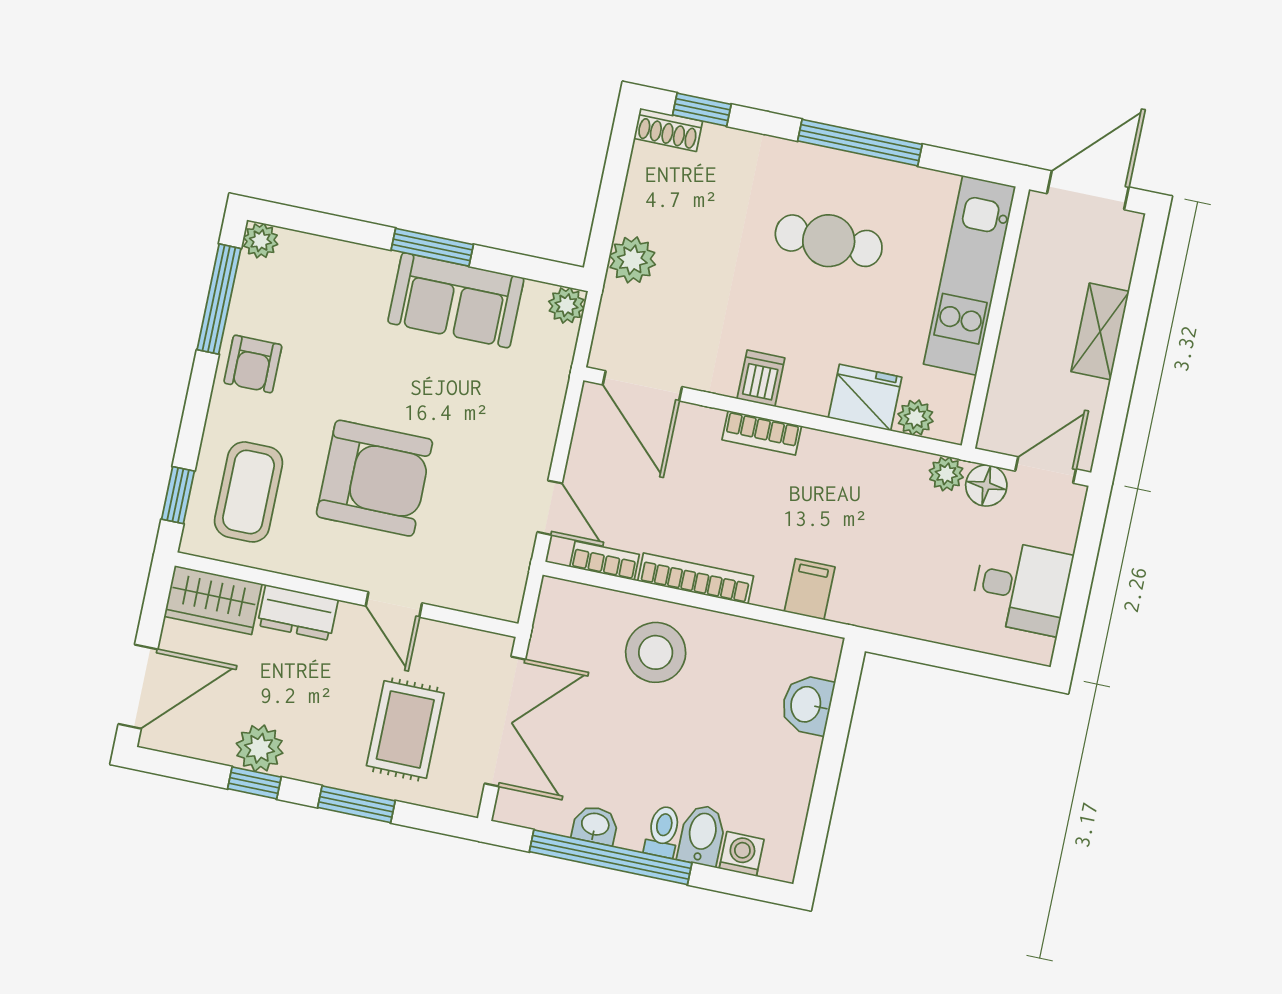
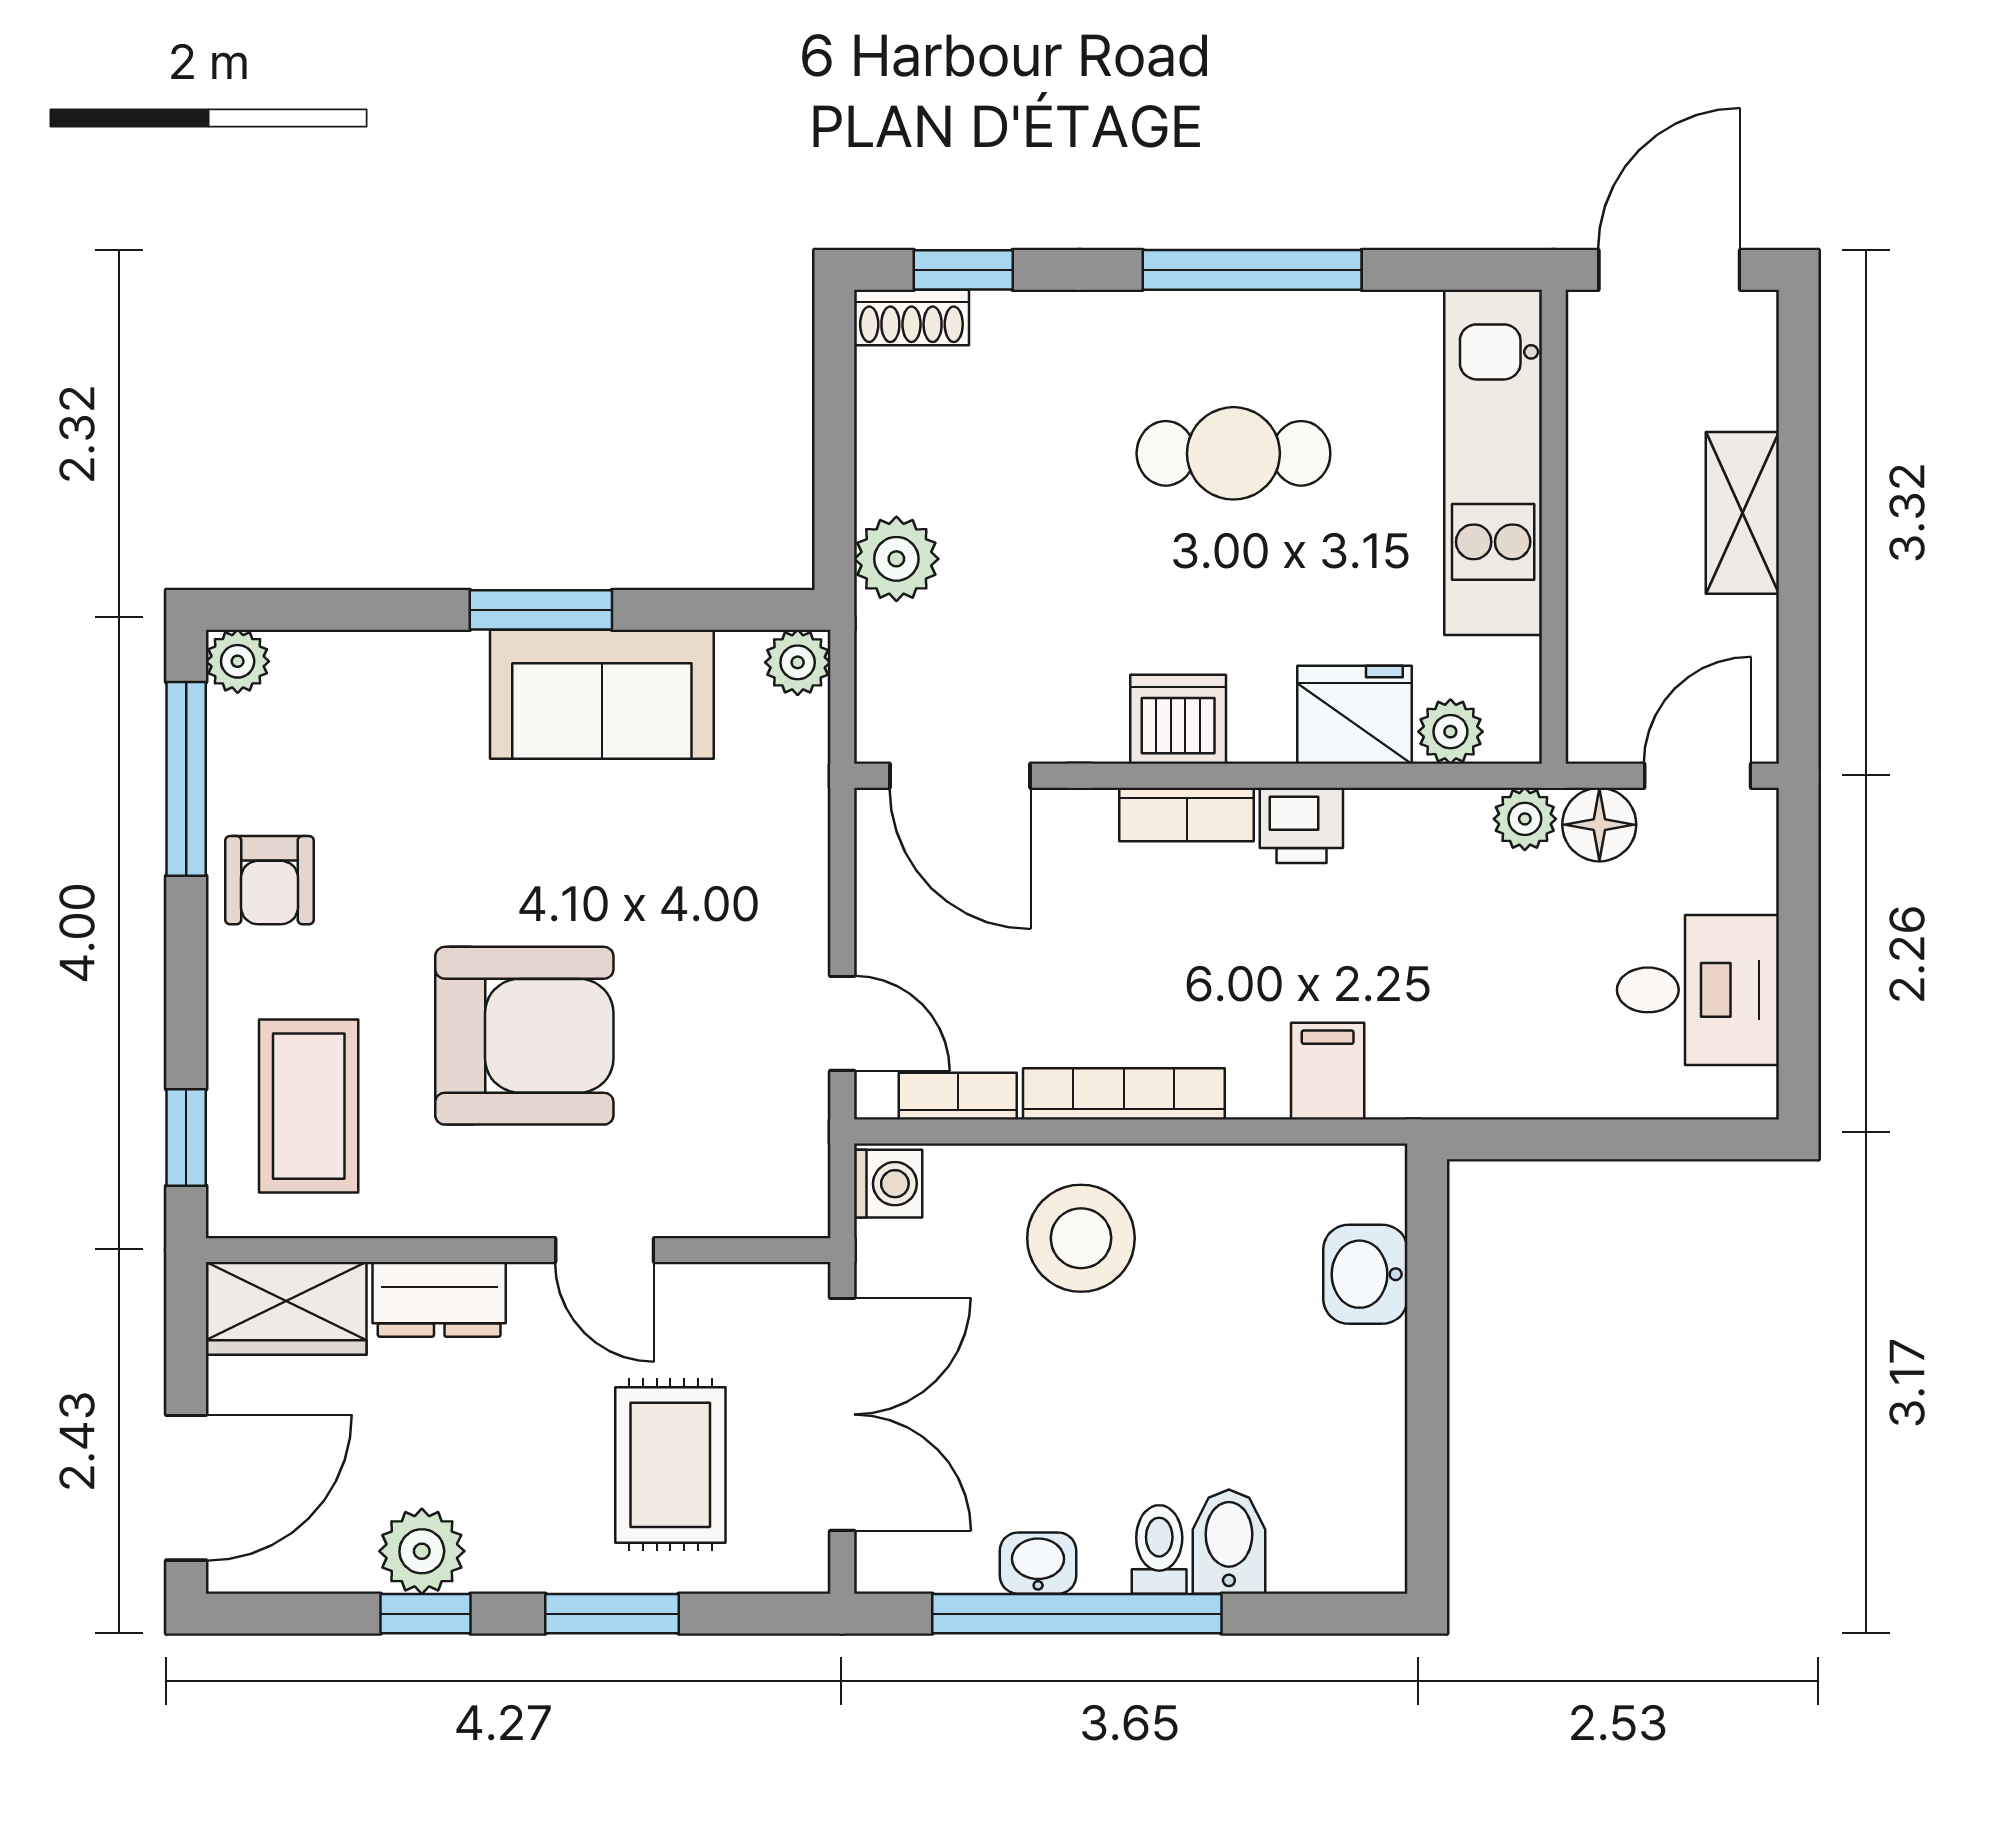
dishwasher: (761, 378) -> (1178, 719), width x1.38
printer: (823, 452) -> (1301, 825), added
washing machine: (742, 854) -> (888, 1184), moved, turned 90

